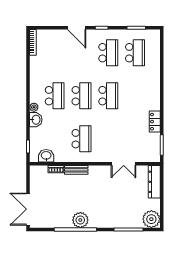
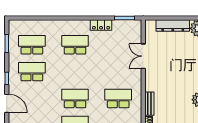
door: (77, 28) -> (7, 103), hinge flipped
school desk: (108, 96) -> (75, 45), moved
double door: (124, 164) -> (143, 56), swing flipped
dresser: (154, 182) -> (173, 25), moved

